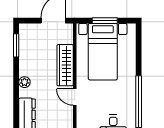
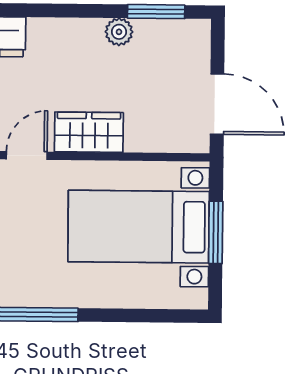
wardrobe: (65, 65) -> (89, 132), width x0.67
plant: (24, 82) -> (119, 32), moved

